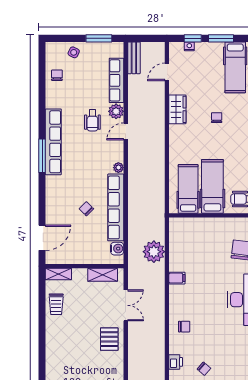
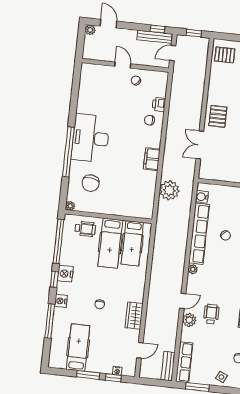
row of seats: (116, 80) -> (184, 362), moved
shelving: (103, 275) -> (218, 175), removed
filing cabinet: (177, 278) -> (152, 159), width x2.00
printer: (176, 362) -> (159, 104), moved

